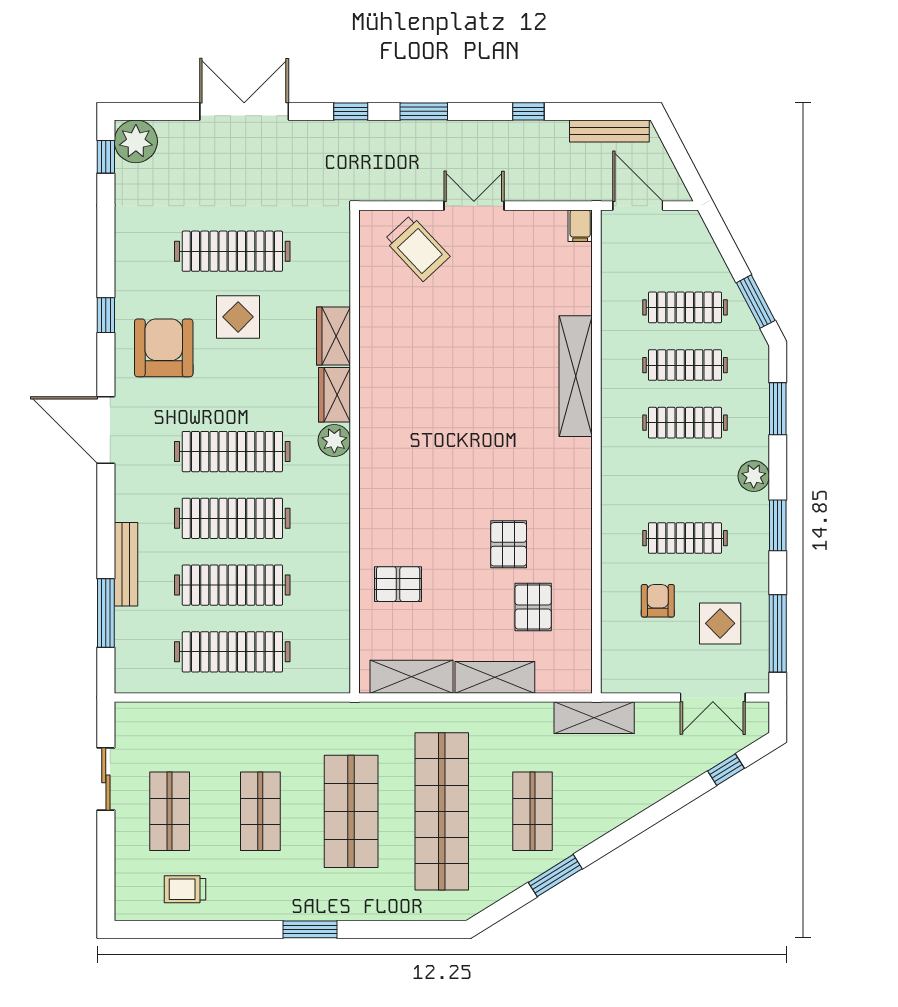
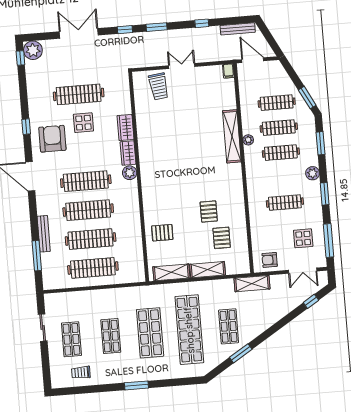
trolley: (417, 248) -> (159, 86), turned 36
plant: (613, 387) -> (248, 140), added
armchair: (658, 601) -> (270, 260), moved, turned -90

